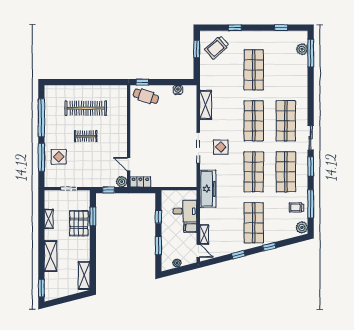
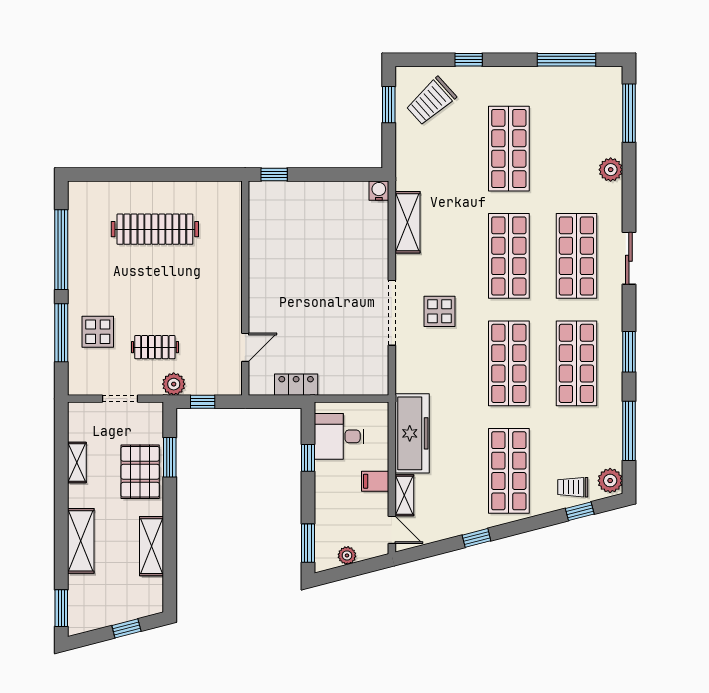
window: (281, 28) -> (566, 60), width x2.17
plant: (302, 49) -> (611, 170), moved
water cooler: (178, 90) -> (379, 191), moved
cafe table: (146, 96) -> (282, 204), removed
clothes rail: (86, 136) -> (155, 347), moved
sliding door: (311, 138) -> (629, 258), moved
door: (129, 164) -> (245, 347), swing flipped
plant: (122, 182) -> (174, 384), moved
locker: (140, 182) -> (296, 385), moved
freezer: (208, 189) -> (412, 433), moved
trolley: (296, 207) -> (573, 487), moved
desk: (185, 211) -> (339, 436), moved, turned 180
window: (158, 246) -> (308, 543), moved
window: (269, 247) -> (580, 511), moved
shelving: (84, 275) -> (152, 546), moved
window: (72, 298) -> (126, 628), added

